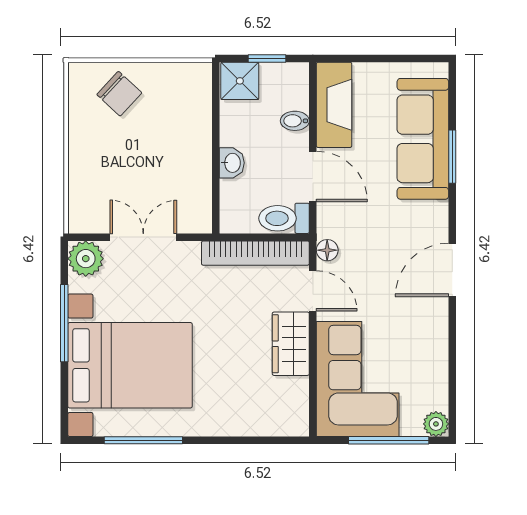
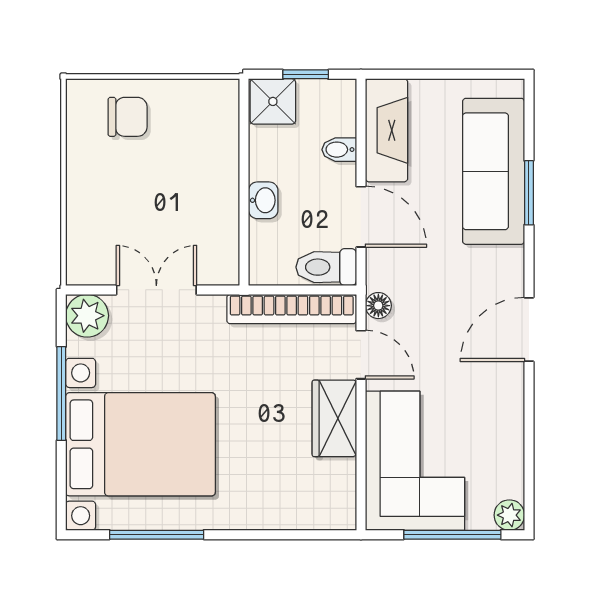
chair: (119, 94) -> (128, 117), turned -43

